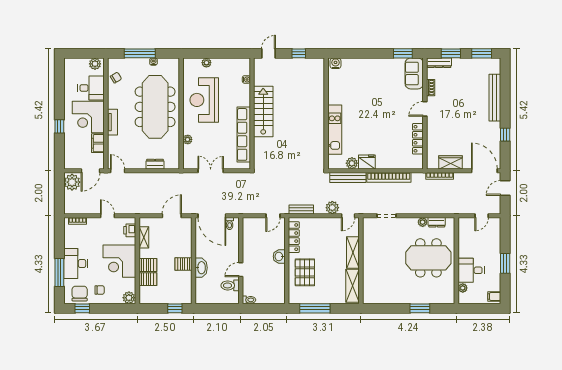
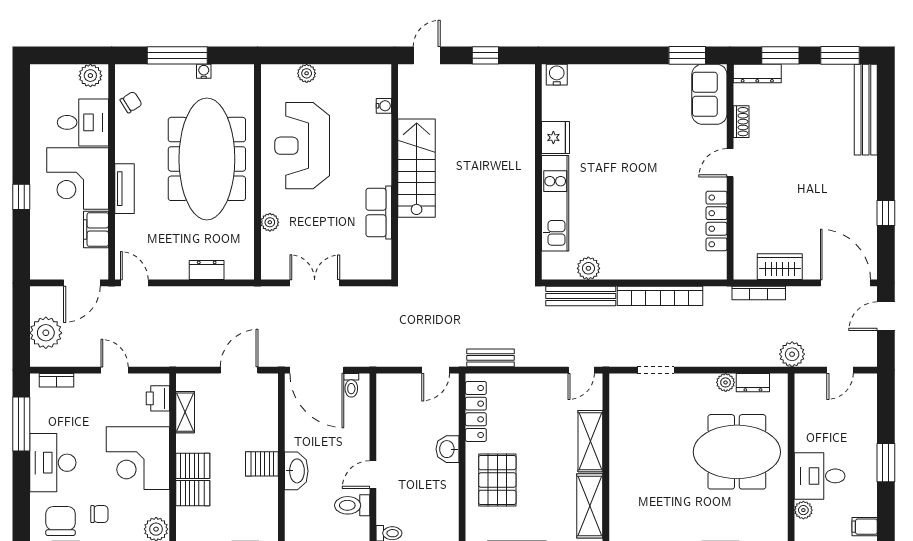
bench: (495, 98) -> (866, 110), moved
row of seats: (244, 134) -> (379, 212), width x0.50
fridge: (367, 162) -> (556, 138), moved, turned 90
plant: (72, 182) -> (46, 333), moved
plant: (332, 208) -> (792, 354), moved
window: (59, 272) -> (21, 424), moved

